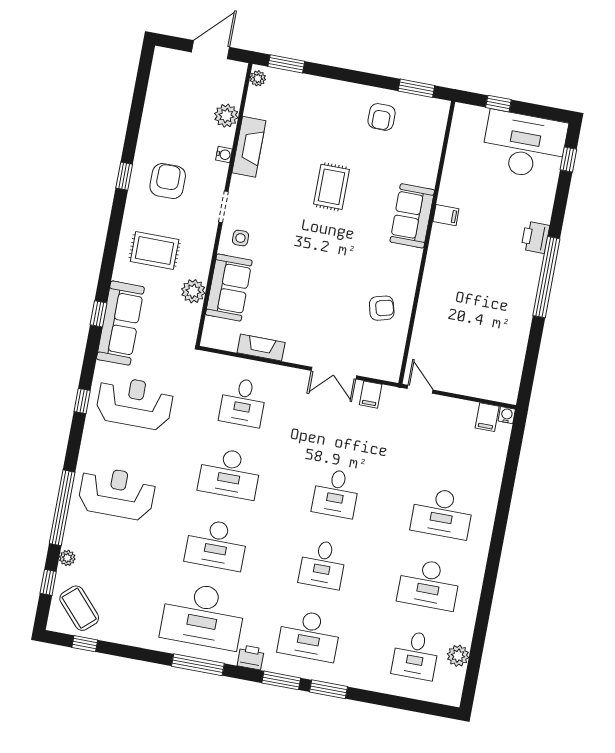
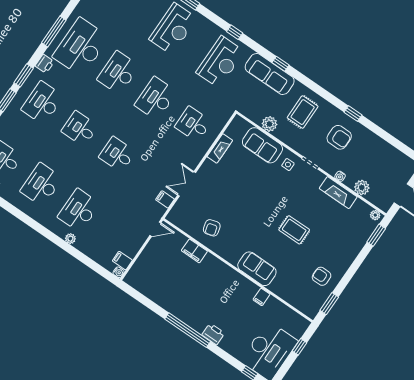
filing cabinet: (446, 215) -> (261, 297), moved
filing cabinet: (427, 319) -> (194, 251), added
plant: (489, 507) -> (70, 239), added

